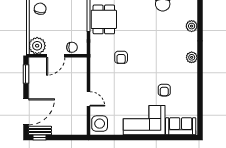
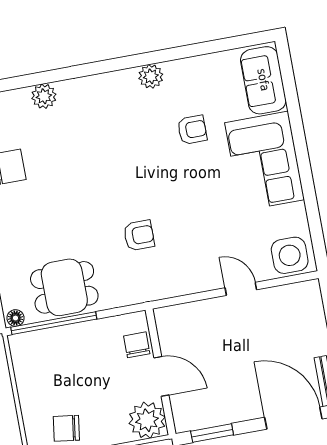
plant: (192, 57) -> (151, 76), moved
door: (89, 99) -> (241, 289), hinge flipped

